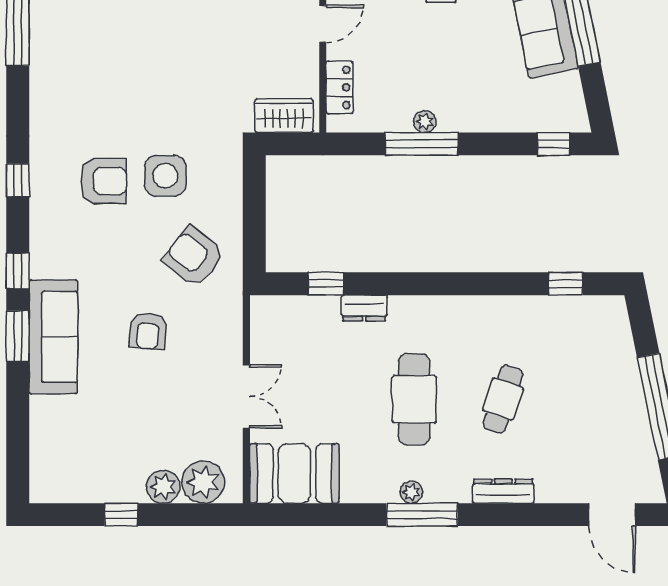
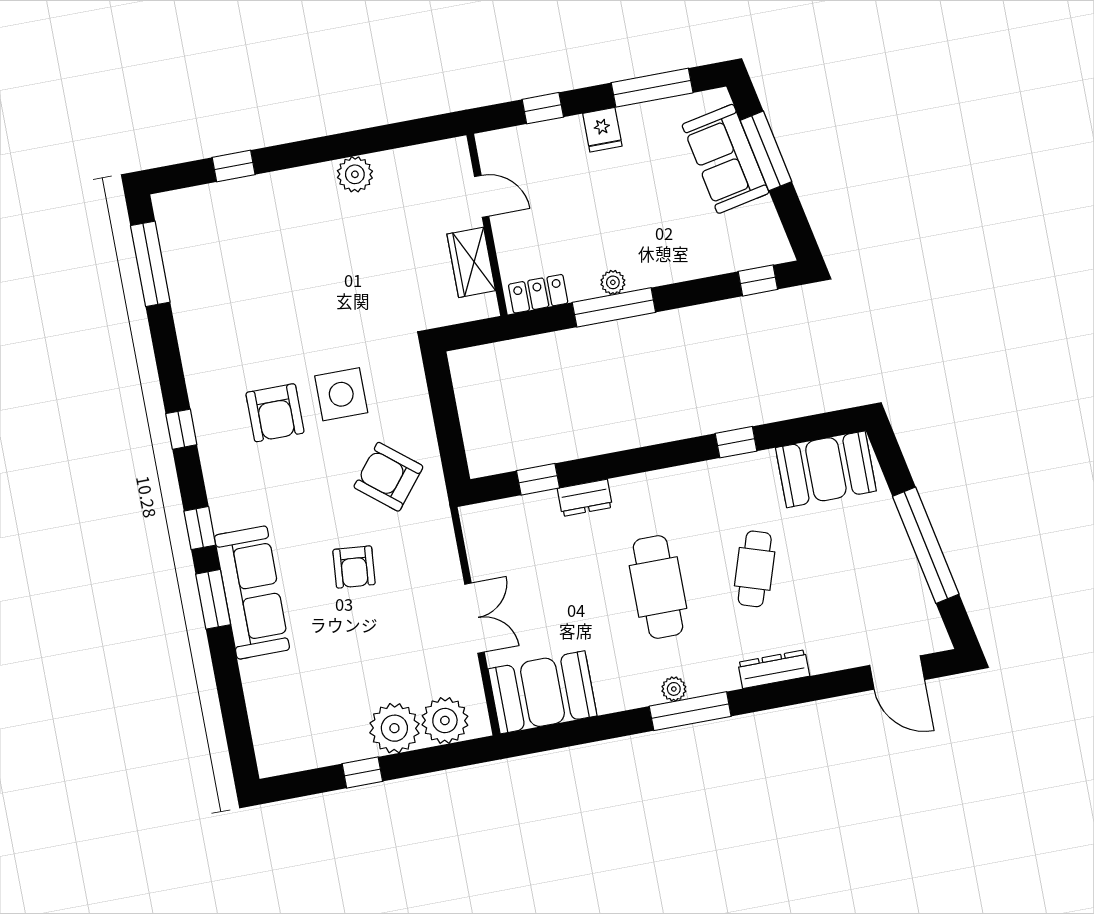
door: (323, 24) -> (482, 196), hinge flipped
locker: (340, 87) -> (538, 294), moved, turned -90
wardrobe: (284, 116) -> (471, 262), moved, turned -90
armchair: (104, 181) -> (275, 413), turned 90
window: (566, 284) -> (736, 442), moved
booth: (583, 323) -> (826, 469), added
plant: (163, 487) -> (394, 728), width x1.36, depth x1.36

